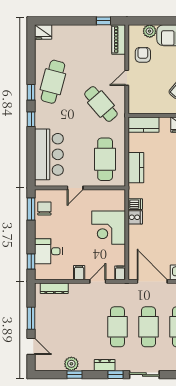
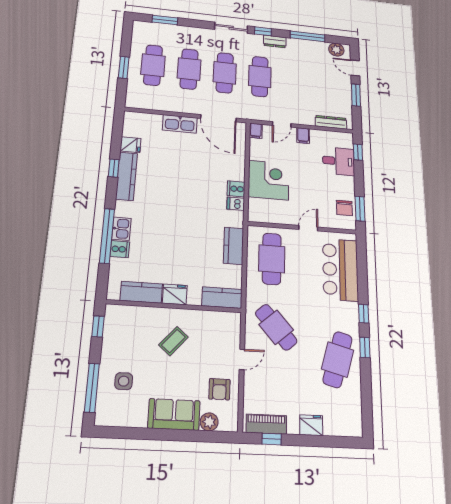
fridge: (43, 32) -> (311, 425), moved
piano: (119, 40) -> (266, 424), moved, turned -90
plant: (71, 364) -> (336, 50), moved
window: (74, 375) -> (308, 36), width x2.17

